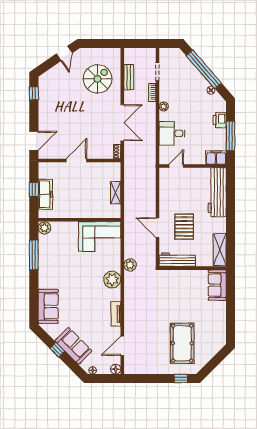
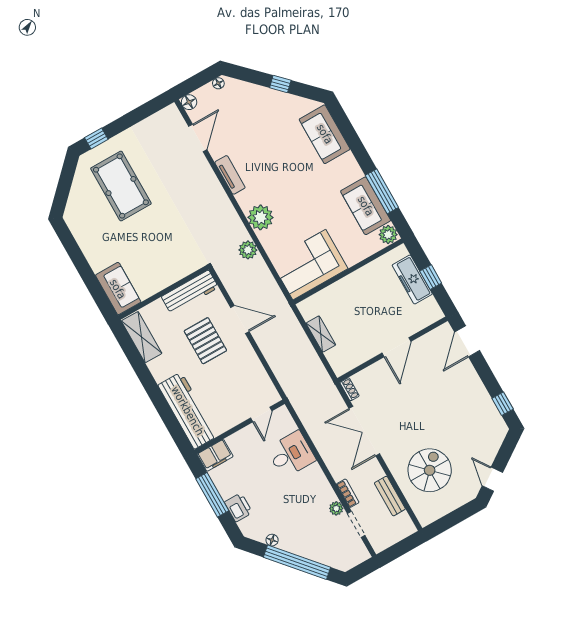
spiral stairs: (98, 79) -> (430, 470), turned 180
plant: (164, 107) -> (336, 508), moved
sofa: (73, 346) -> (366, 206), moved, turned 45

